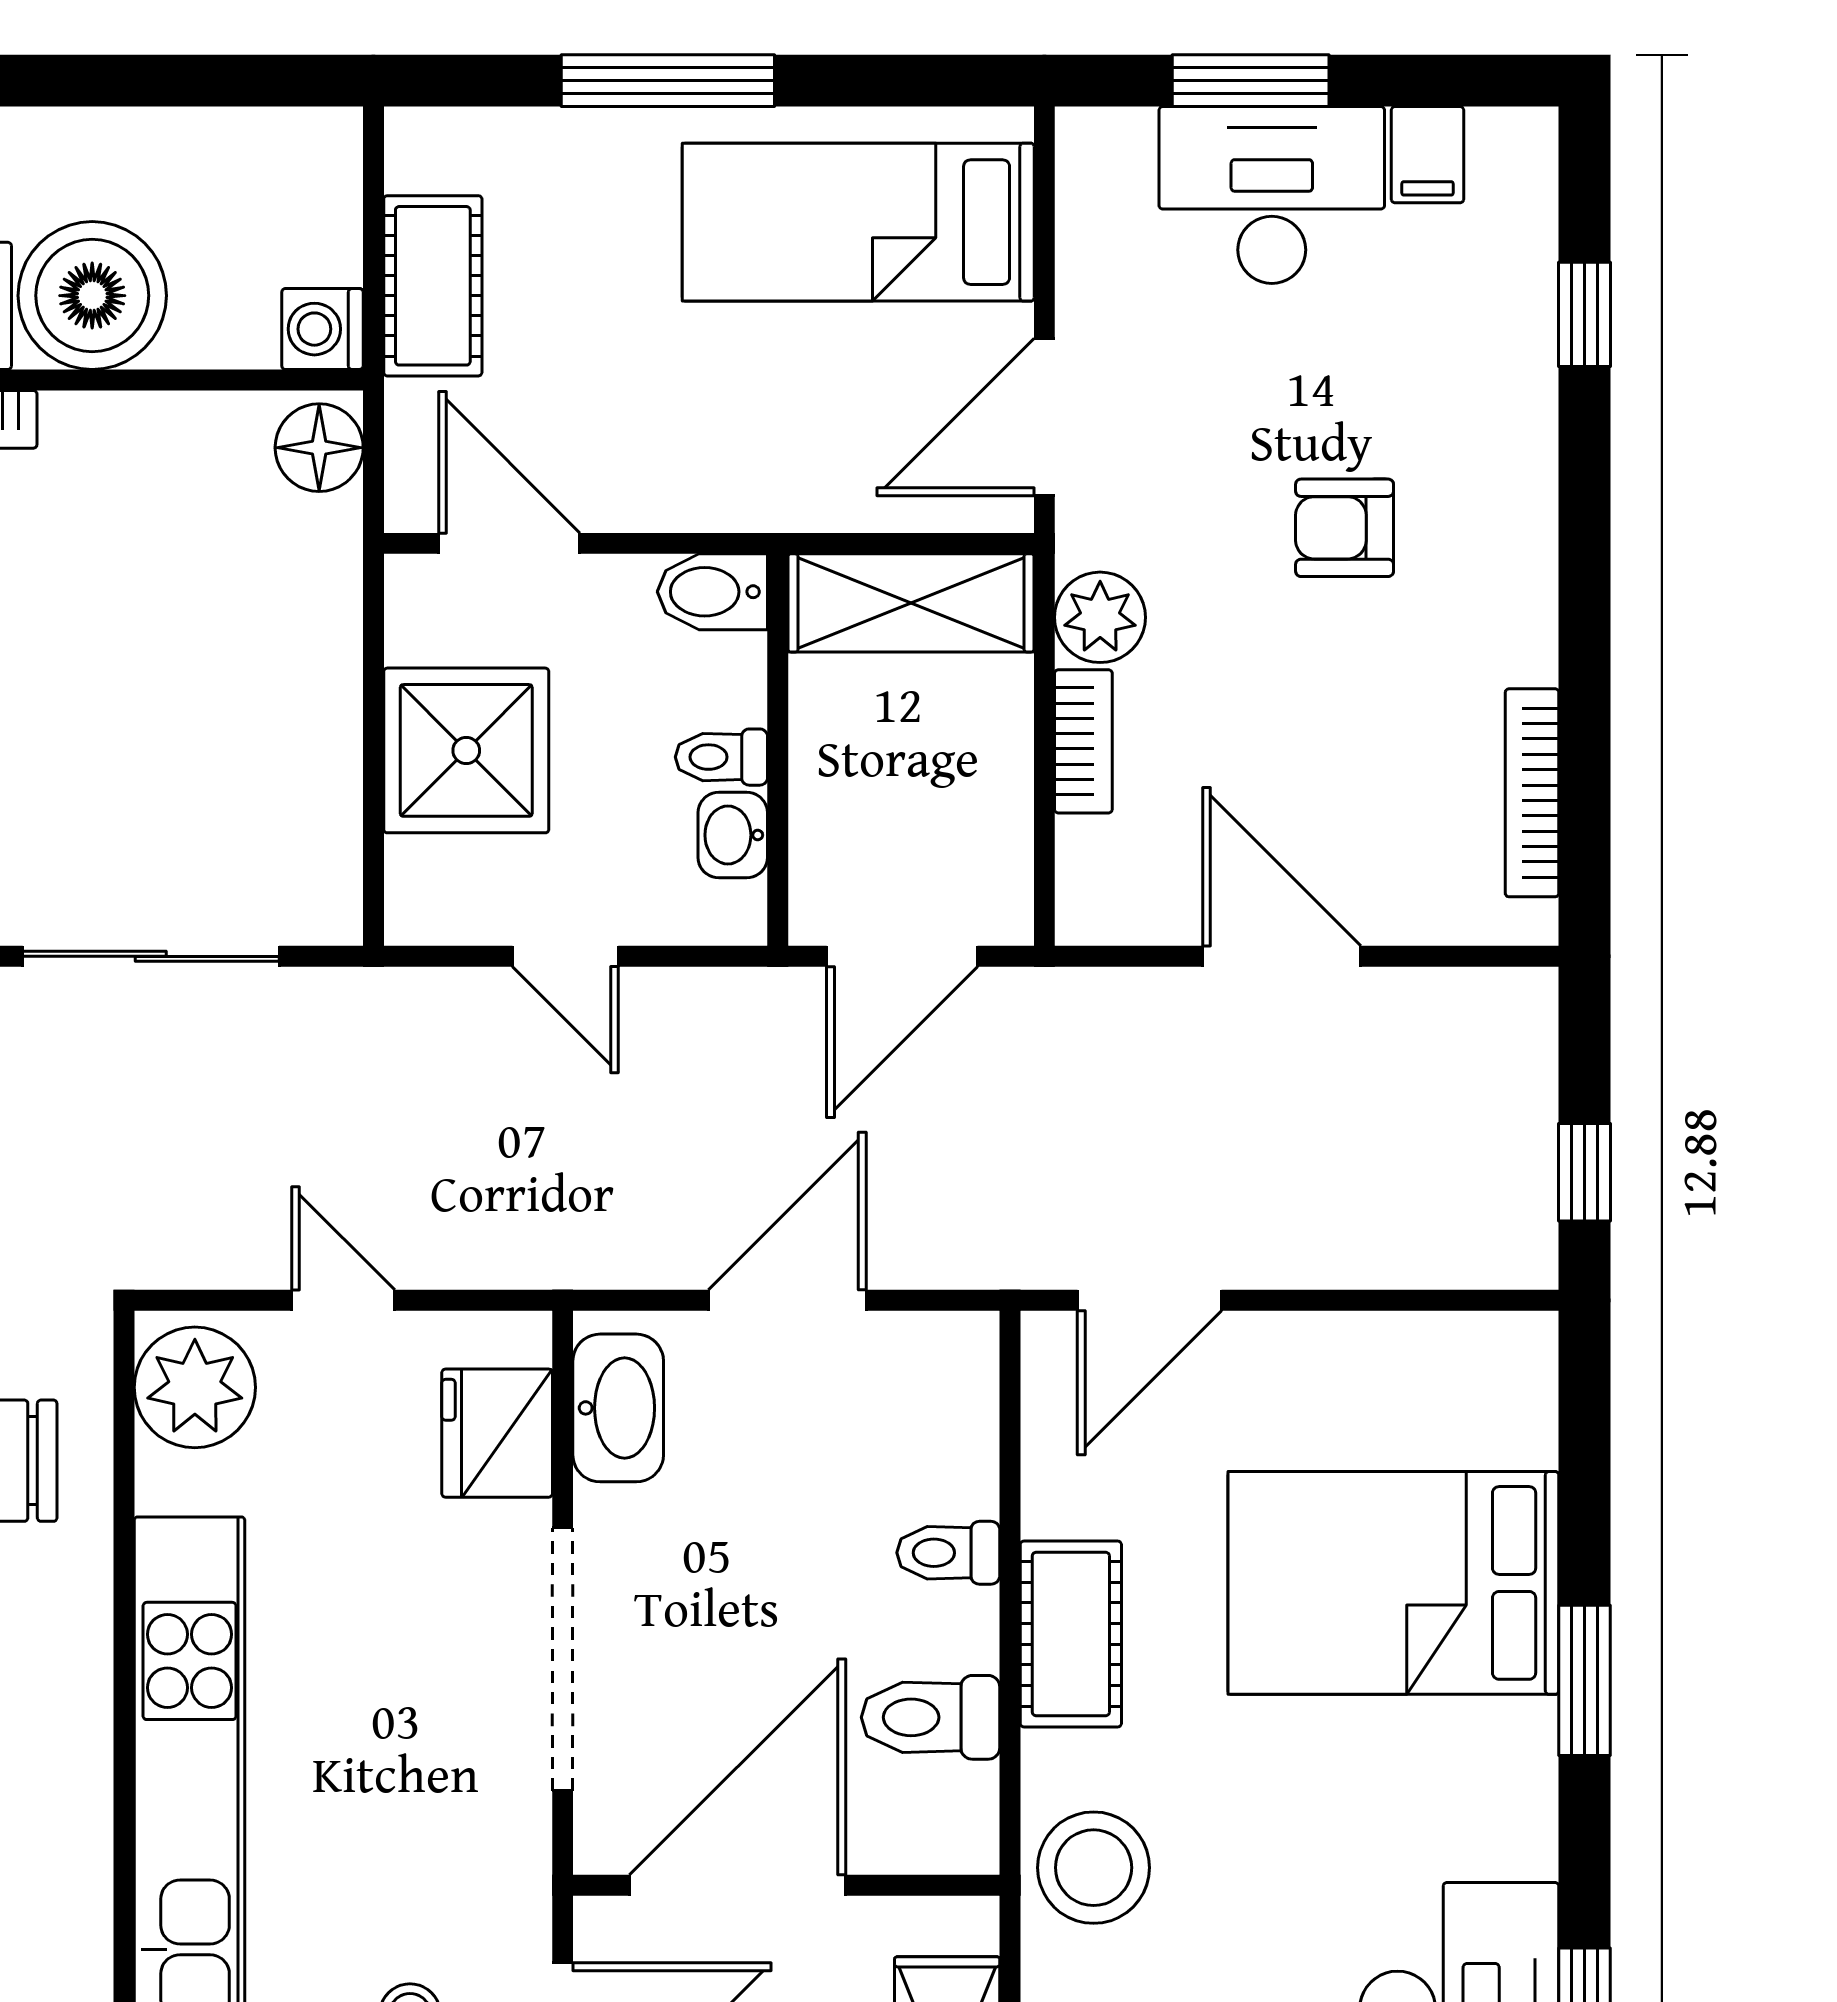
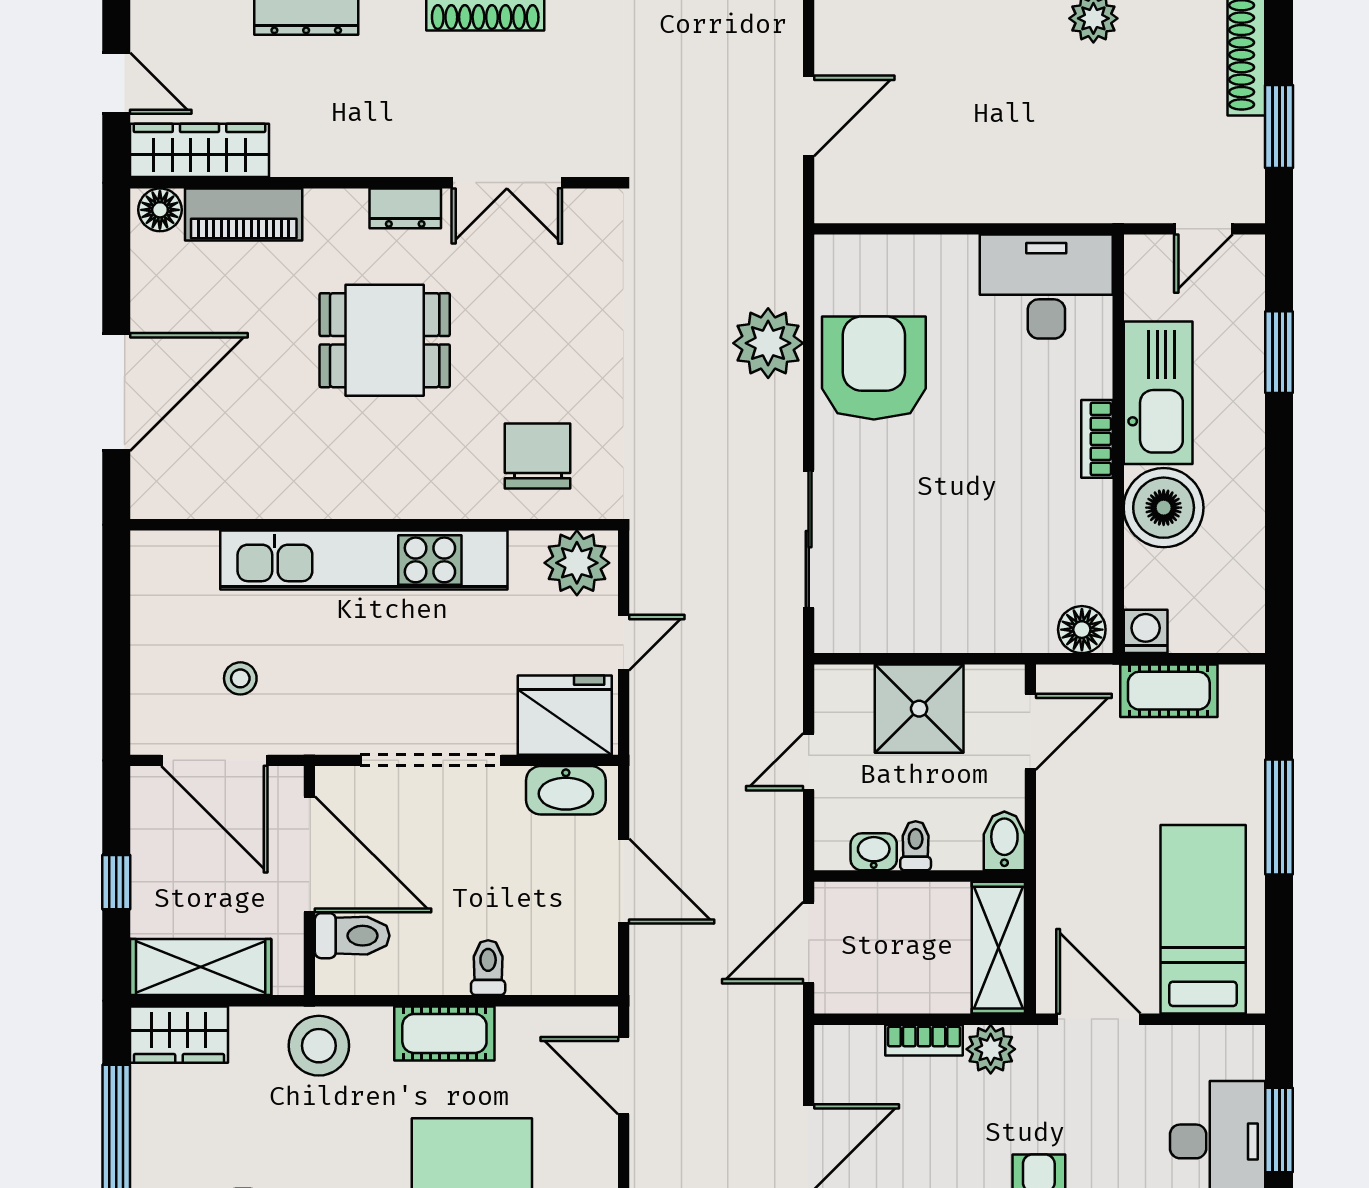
door: (902, 956) -> (809, 943), hinge flipped
fridge: (497, 1433) -> (565, 715), width x1.36, depth x1.34
toilet: (930, 1717) -> (352, 936), moved, turned 90

